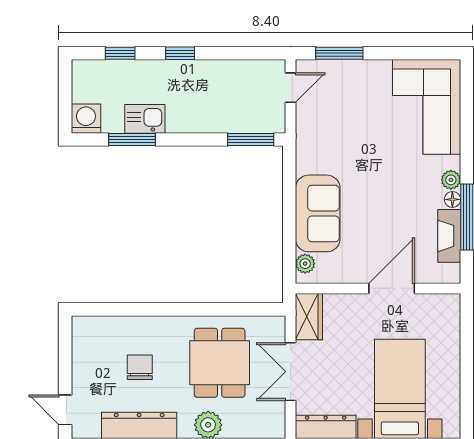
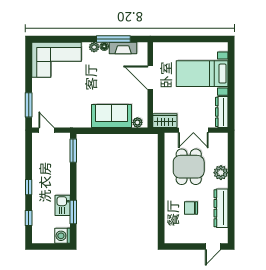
dining table: (220, 363) -> (189, 167), turned 90

